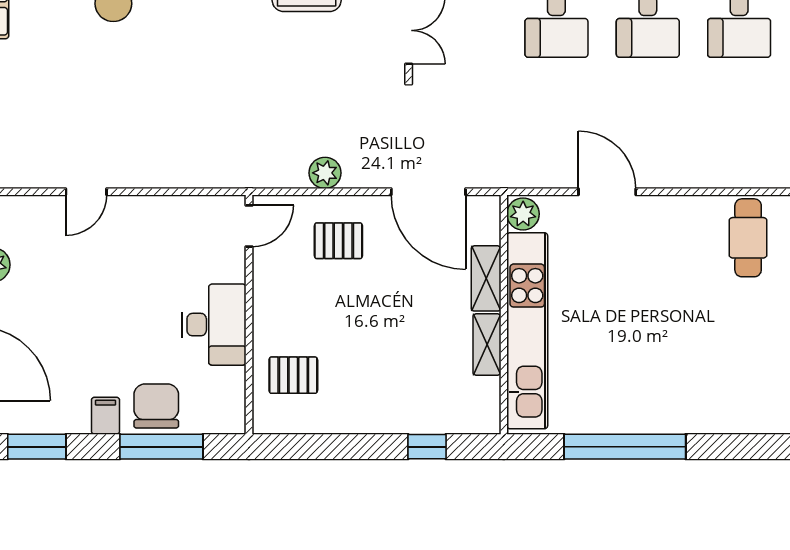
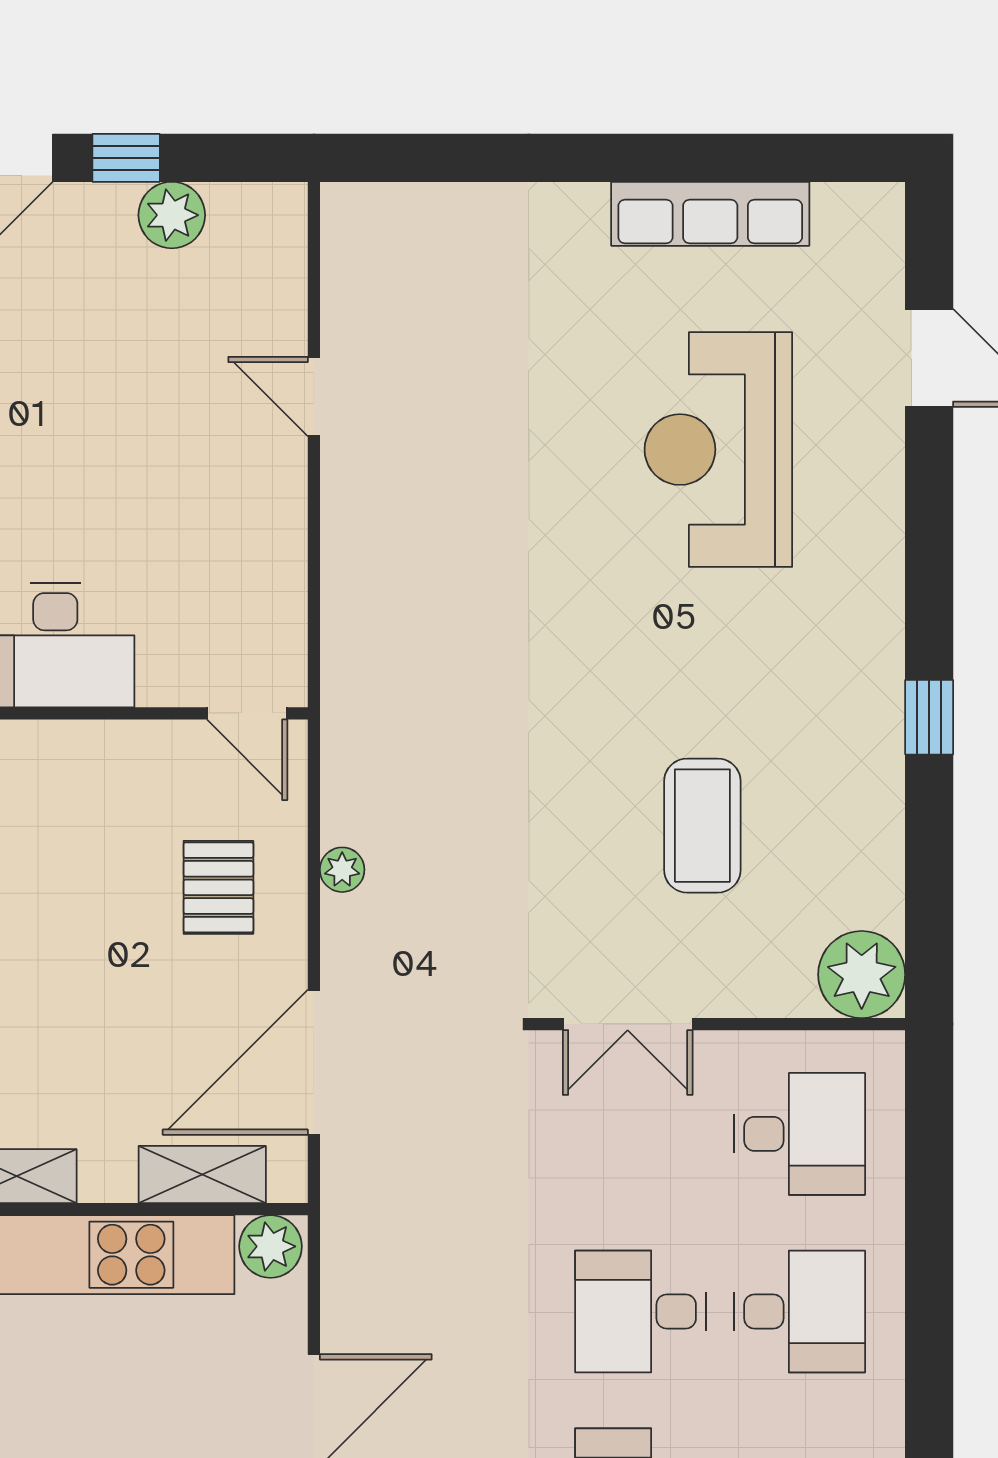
plant: (325, 173) -> (342, 870), width x0.73, depth x0.73
shelving: (486, 278) -> (202, 1175), moved

